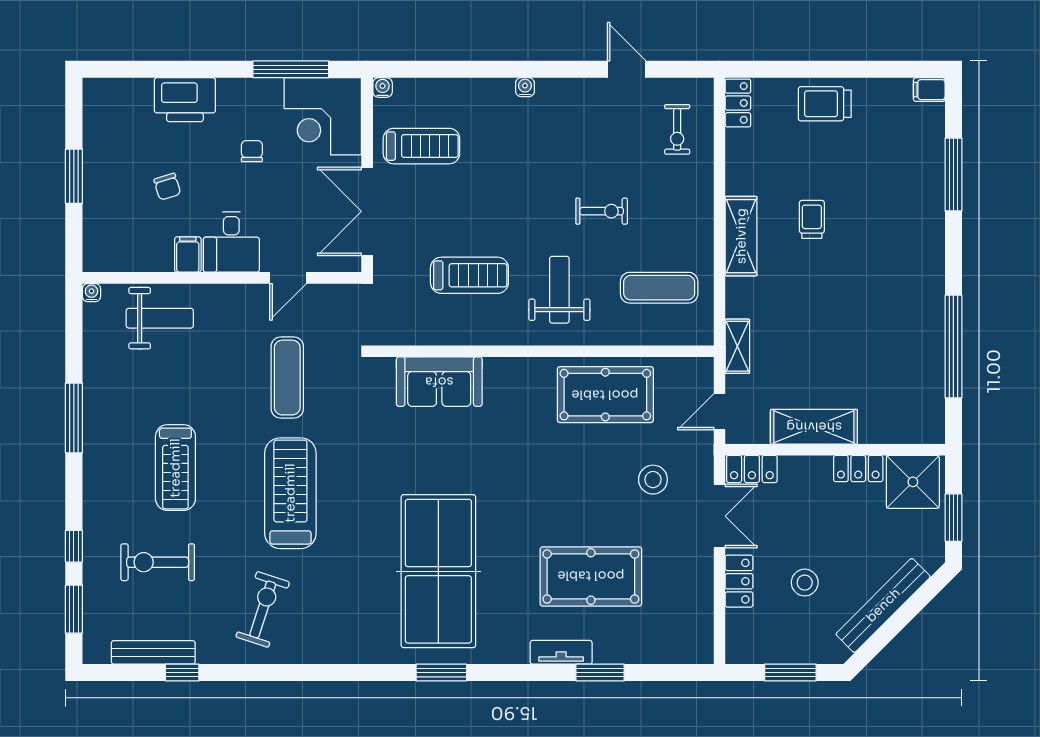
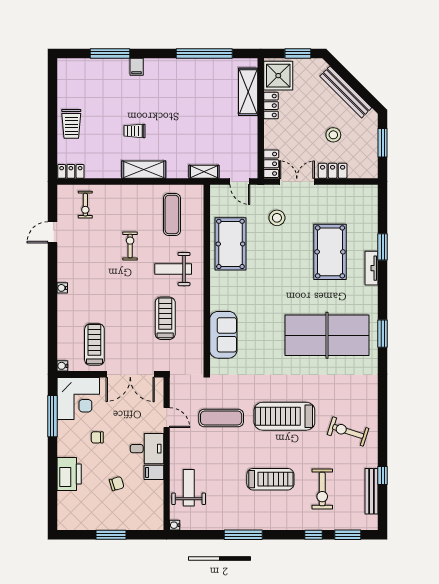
filing cabinet: (929, 90) -> (137, 67), moved
exercise bike: (677, 129) -> (85, 205), turned 90
shelving: (814, 427) -> (248, 92), moved

